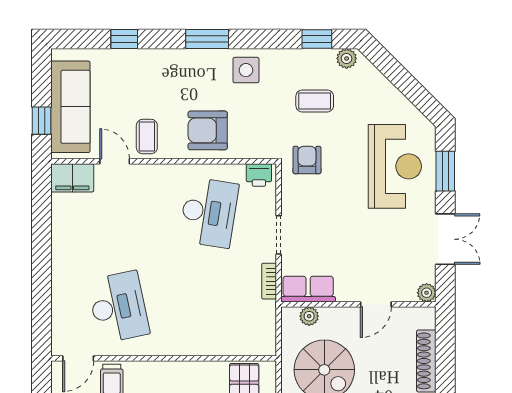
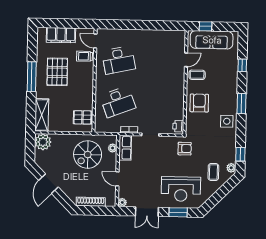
coffee table: (315, 101) -> (213, 172), moved
filing cabinet: (72, 178) -> (179, 40), removed
desk: (209, 212) -> (118, 102), moved, turned -30

